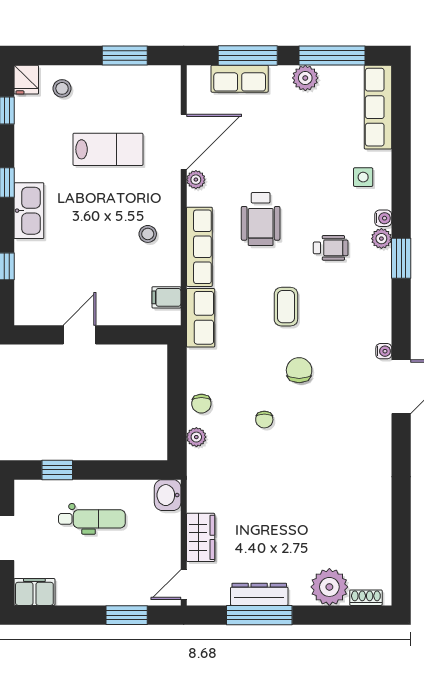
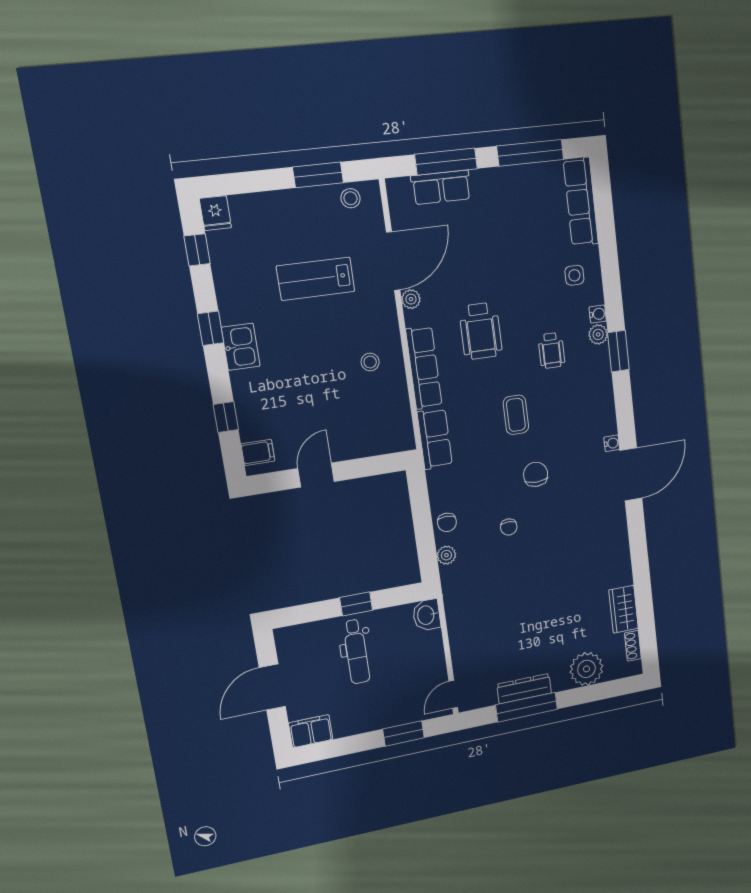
plant: (305, 78) -> (507, 179), removed
stool: (62, 88) -> (351, 198), moved
lab bench: (108, 149) -> (316, 279), turned 180
kitchen sink: (29, 211) -> (241, 347), width x0.73
wheelchair: (331, 248) -> (551, 350), turned 90
filing cabinet: (166, 297) -> (258, 452), moved, turned 180
window: (57, 470) -> (356, 604), moved
dental chair: (92, 519) -> (356, 652), turned 90
wardrobe: (201, 537) -> (624, 609), moved, turned 180
shoe rack: (366, 598) -> (633, 646), moved, turned -90

